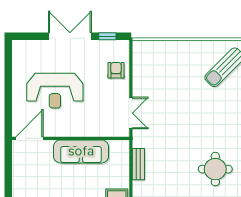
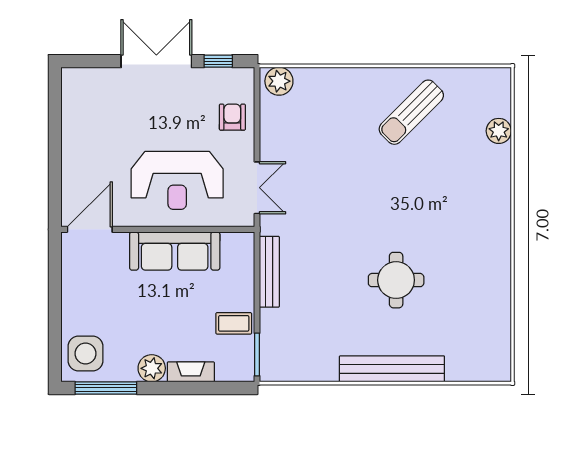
plant: (144, 48) -> (279, 81), added
reception desk: (55, 91) -> (177, 180), moved
bench: (138, 164) -> (269, 272), width x1.36

